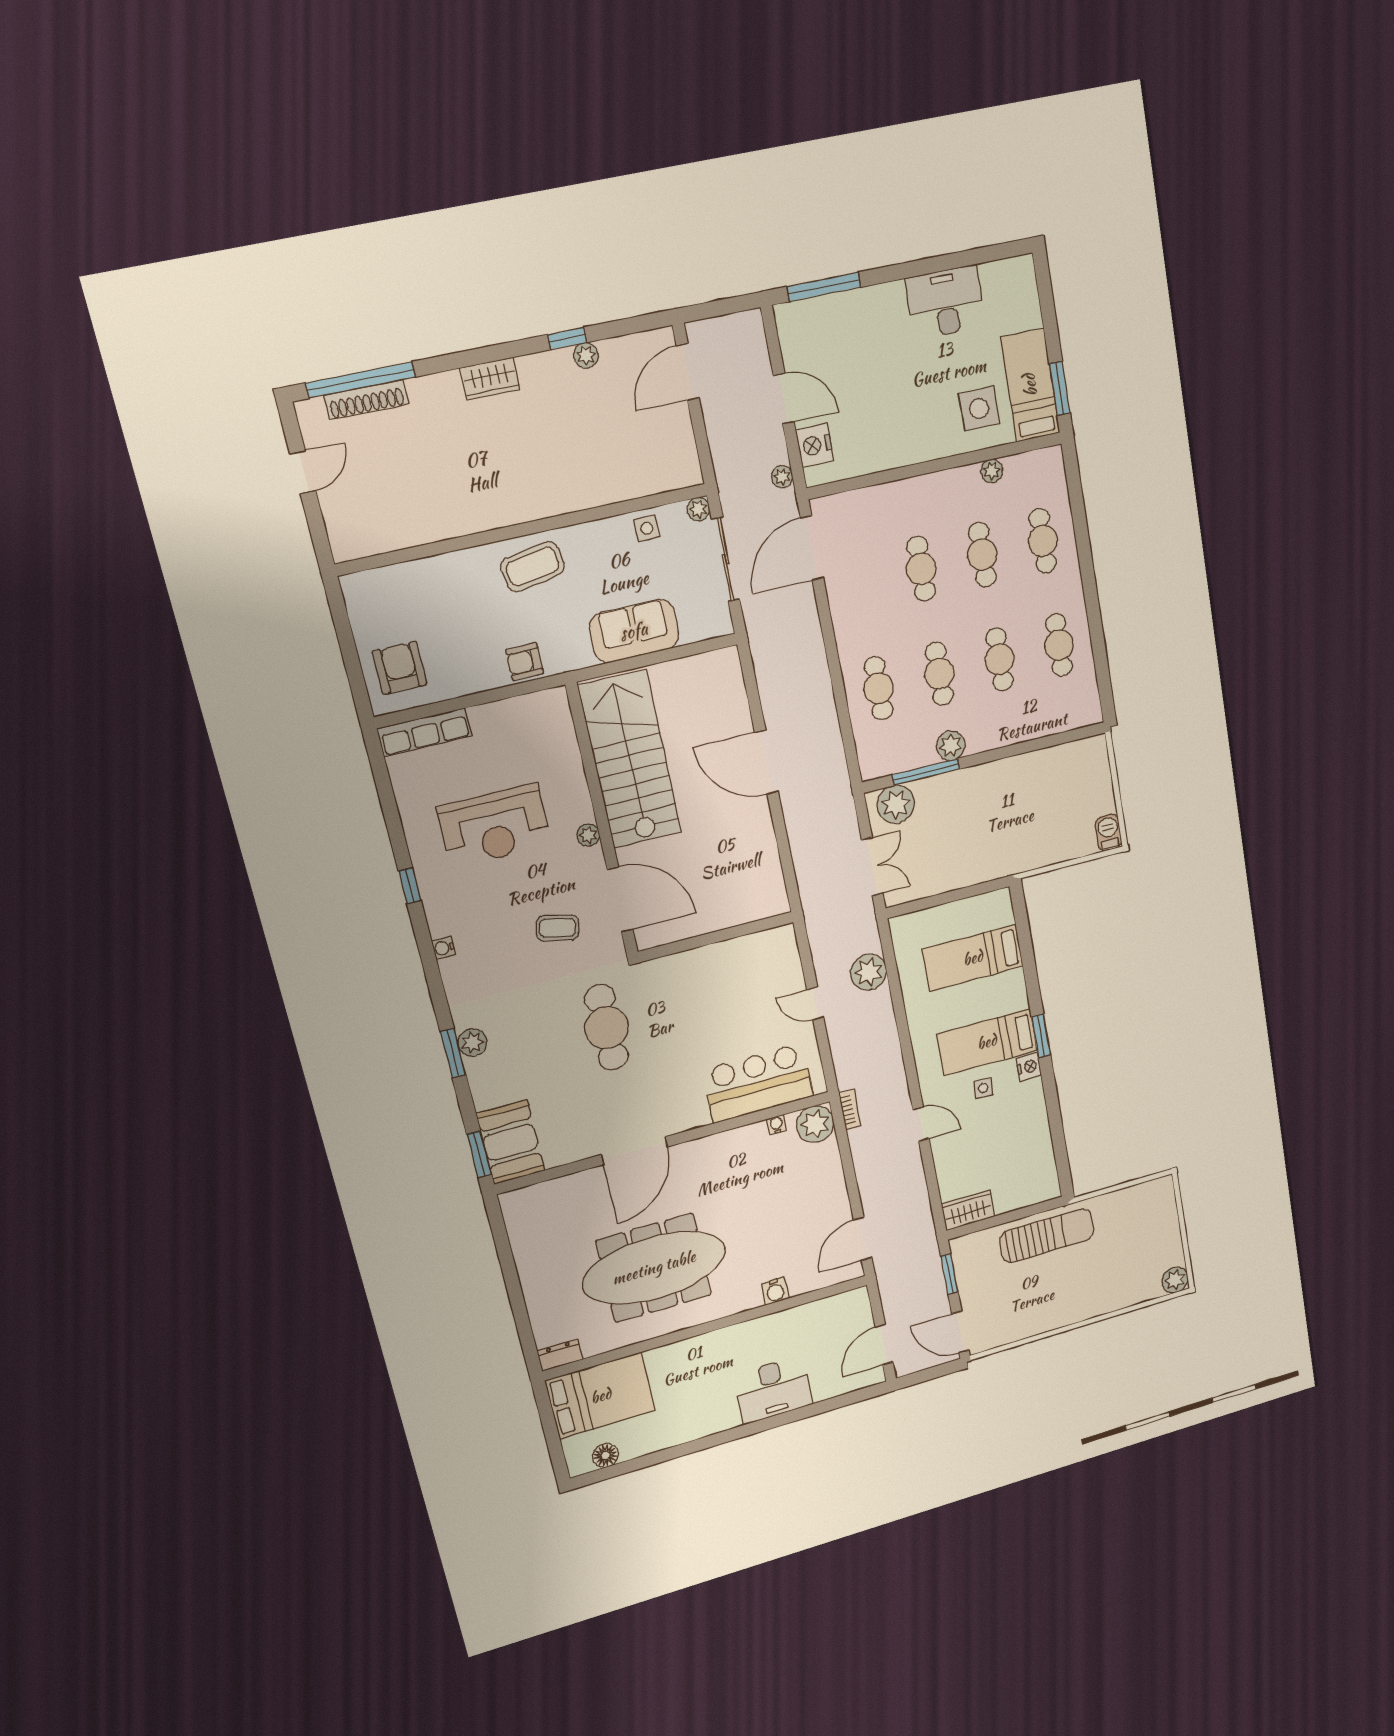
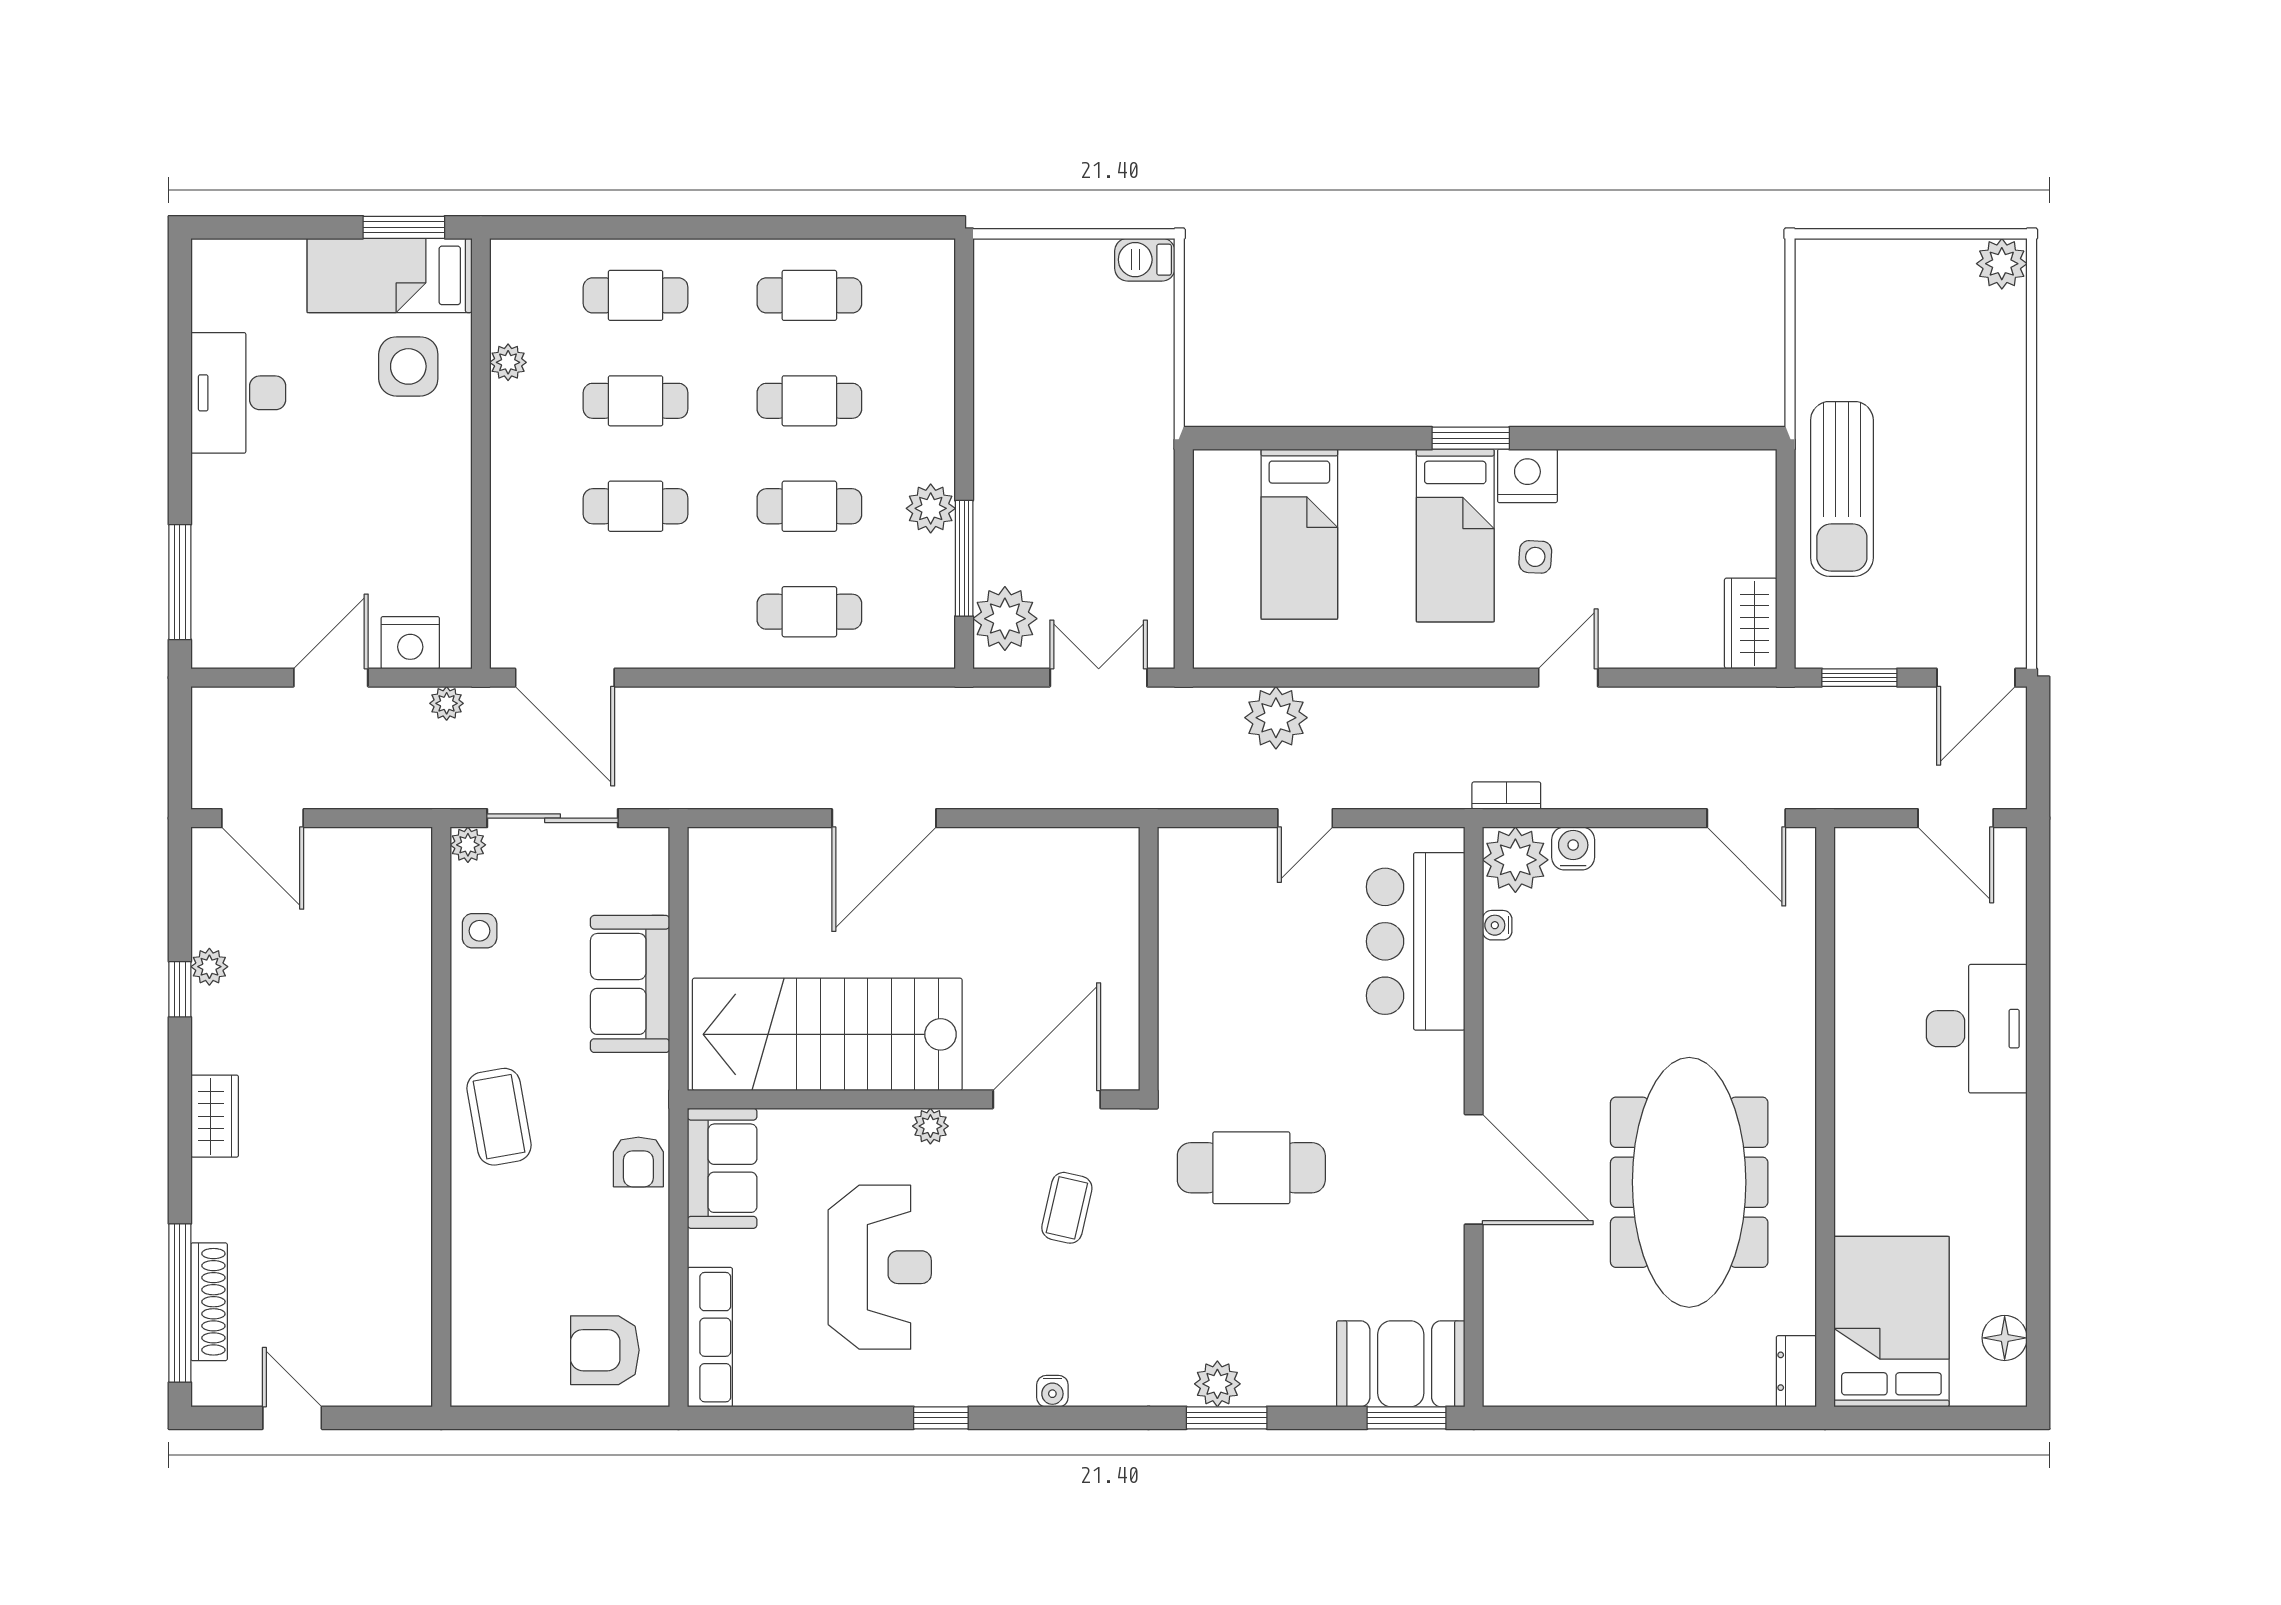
sofa: (533, 715) -> (722, 1168), added
nightstand: (1029, 1067) -> (1527, 476), width x1.36, depth x1.33
sun lounger: (1047, 1236) -> (1842, 489), turned 180
water cooler: (775, 1291) -> (1573, 848), moved, turned -90

